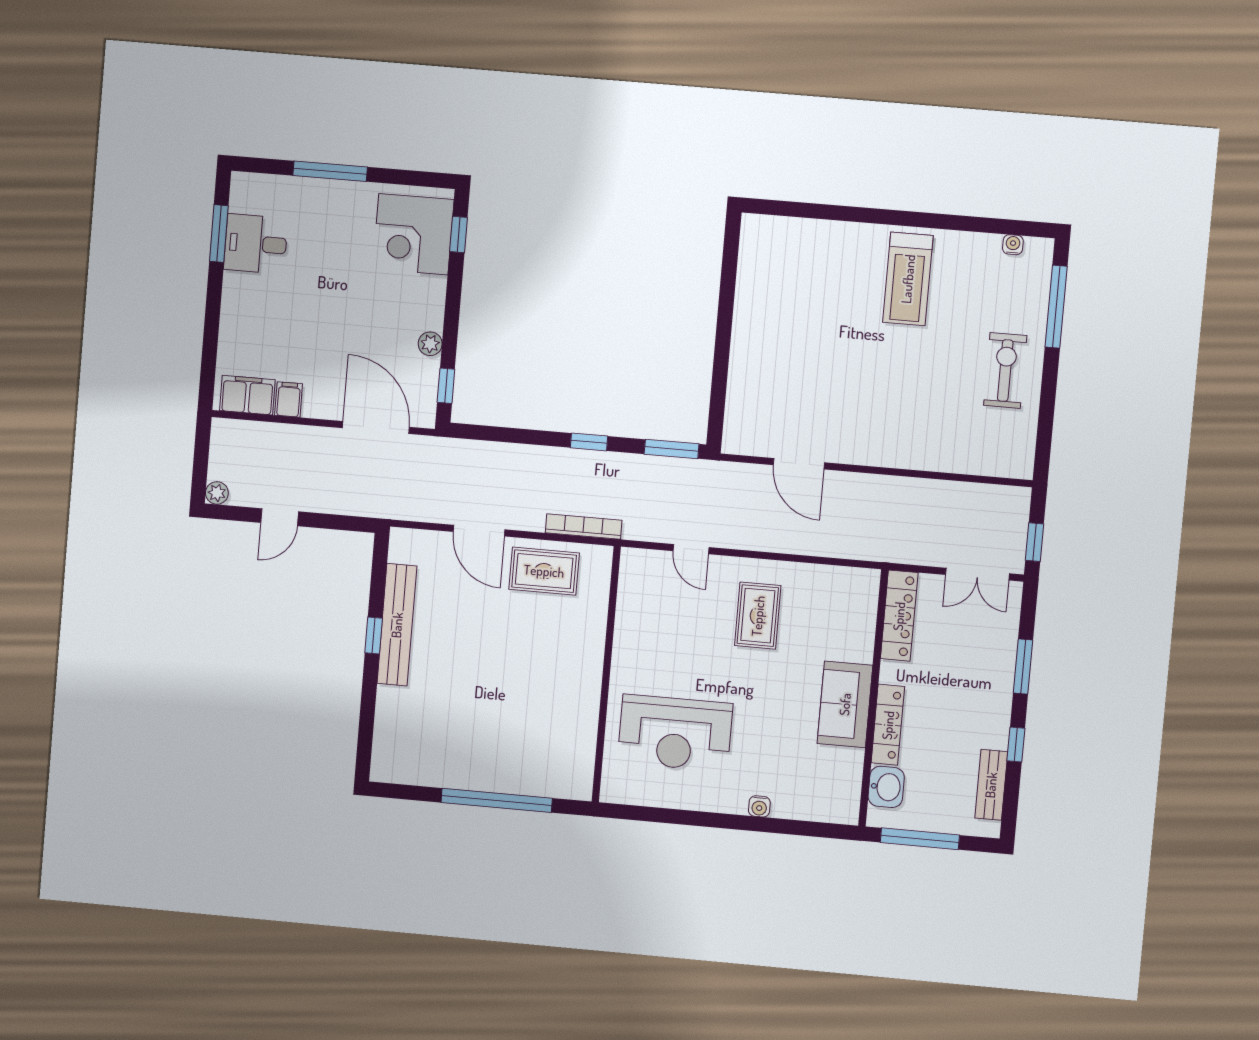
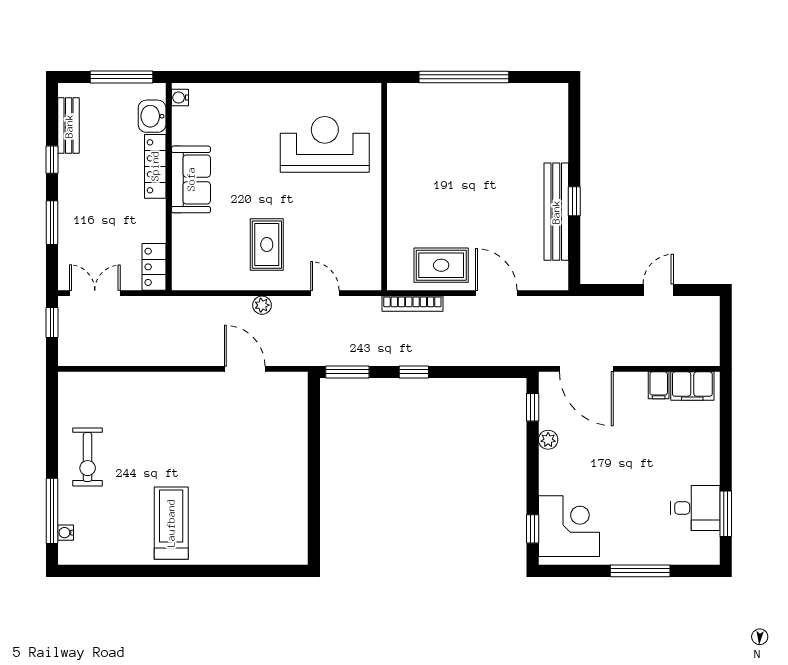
water cooler: (1013, 245) -> (66, 533), moved, turned 90
plant: (217, 493) -> (262, 305), moved
locker: (899, 616) -> (154, 267), width x0.66
water cooler: (759, 806) -> (180, 98), moved, turned -90

